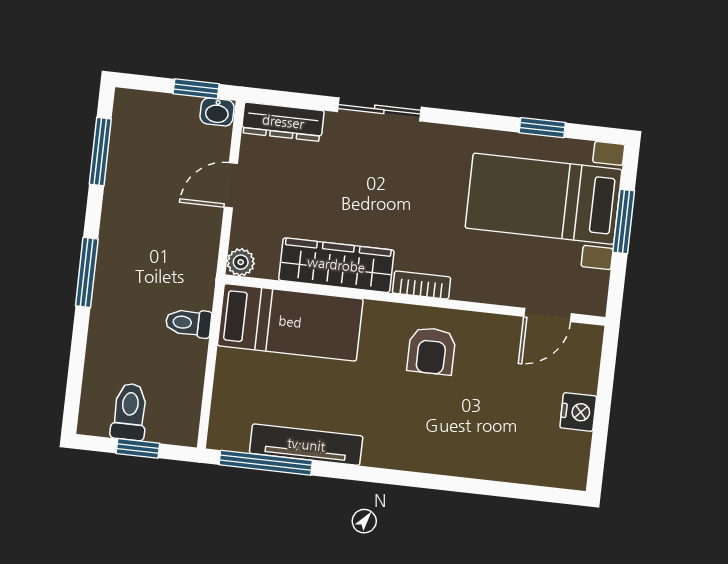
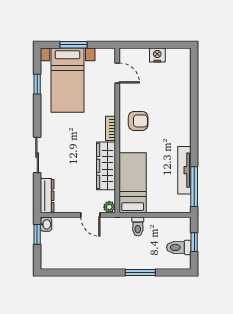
window: (100, 152) -> (69, 272), removed
door: (231, 185) -> (90, 215), moved
window: (87, 272) -> (140, 272), moved

